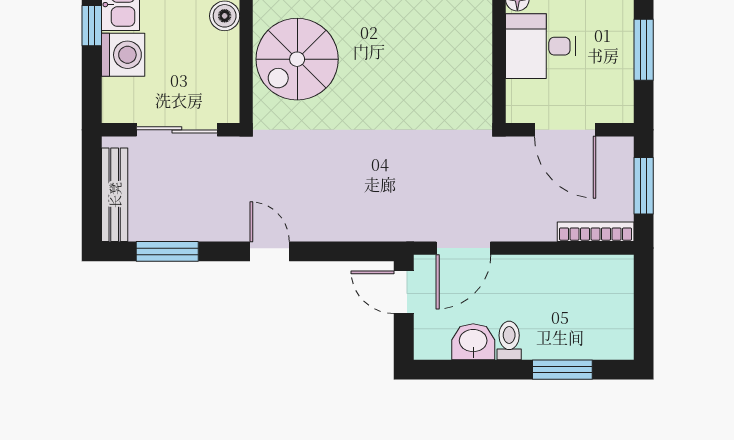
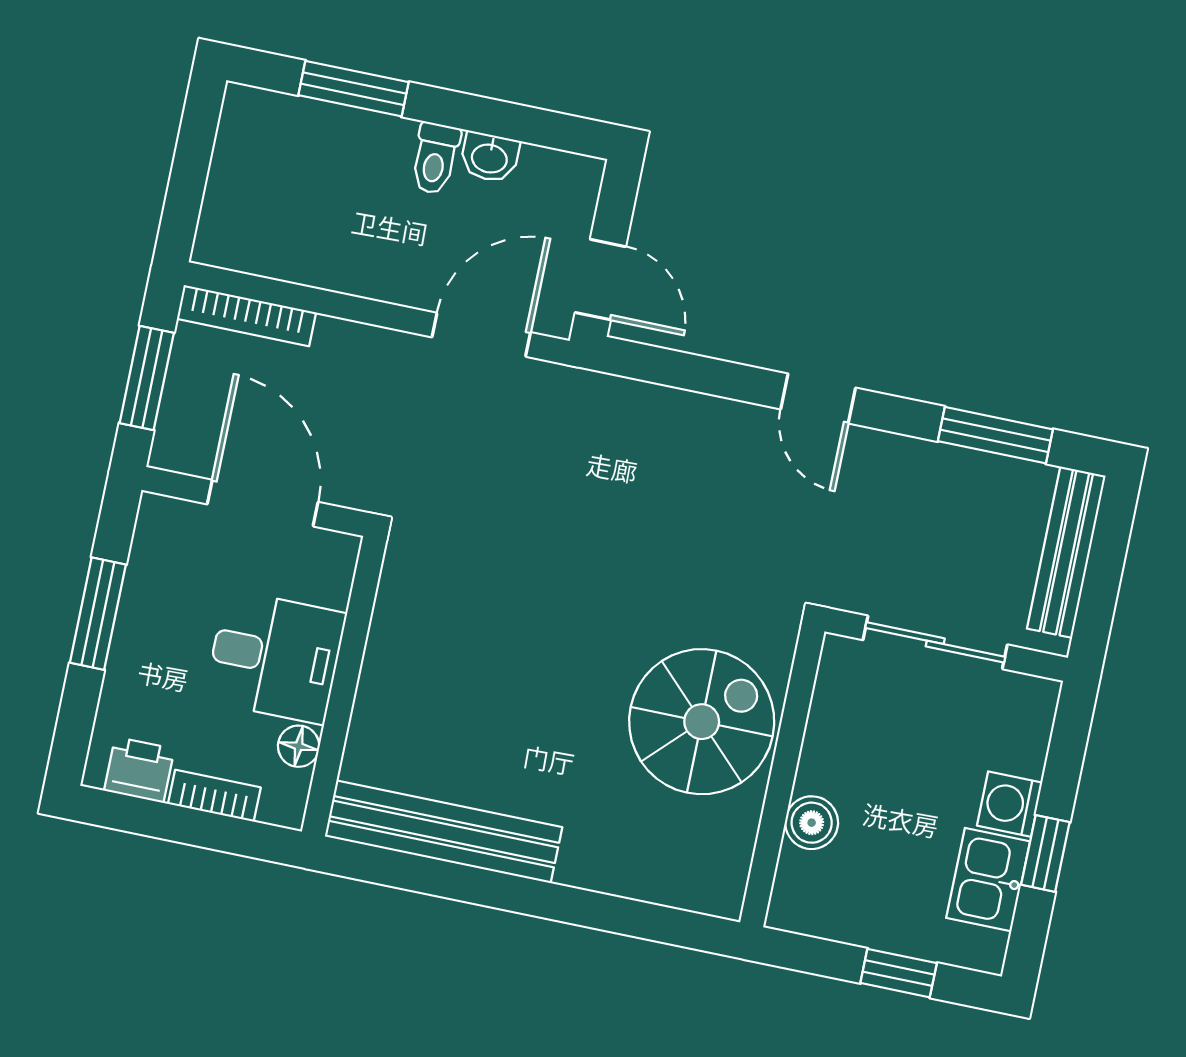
washing machine: (123, 55) -> (1010, 804), width x0.73, depth x0.73
washbasin: (473, 342) -> (490, 157), width x0.72, depth x0.69

